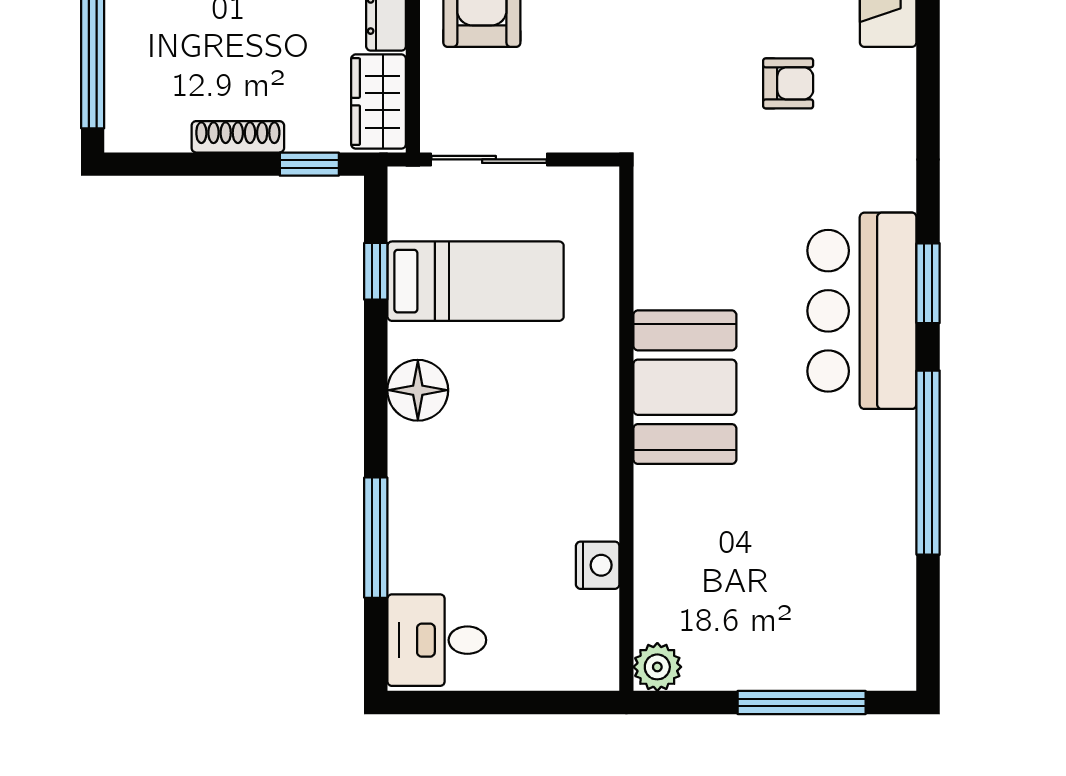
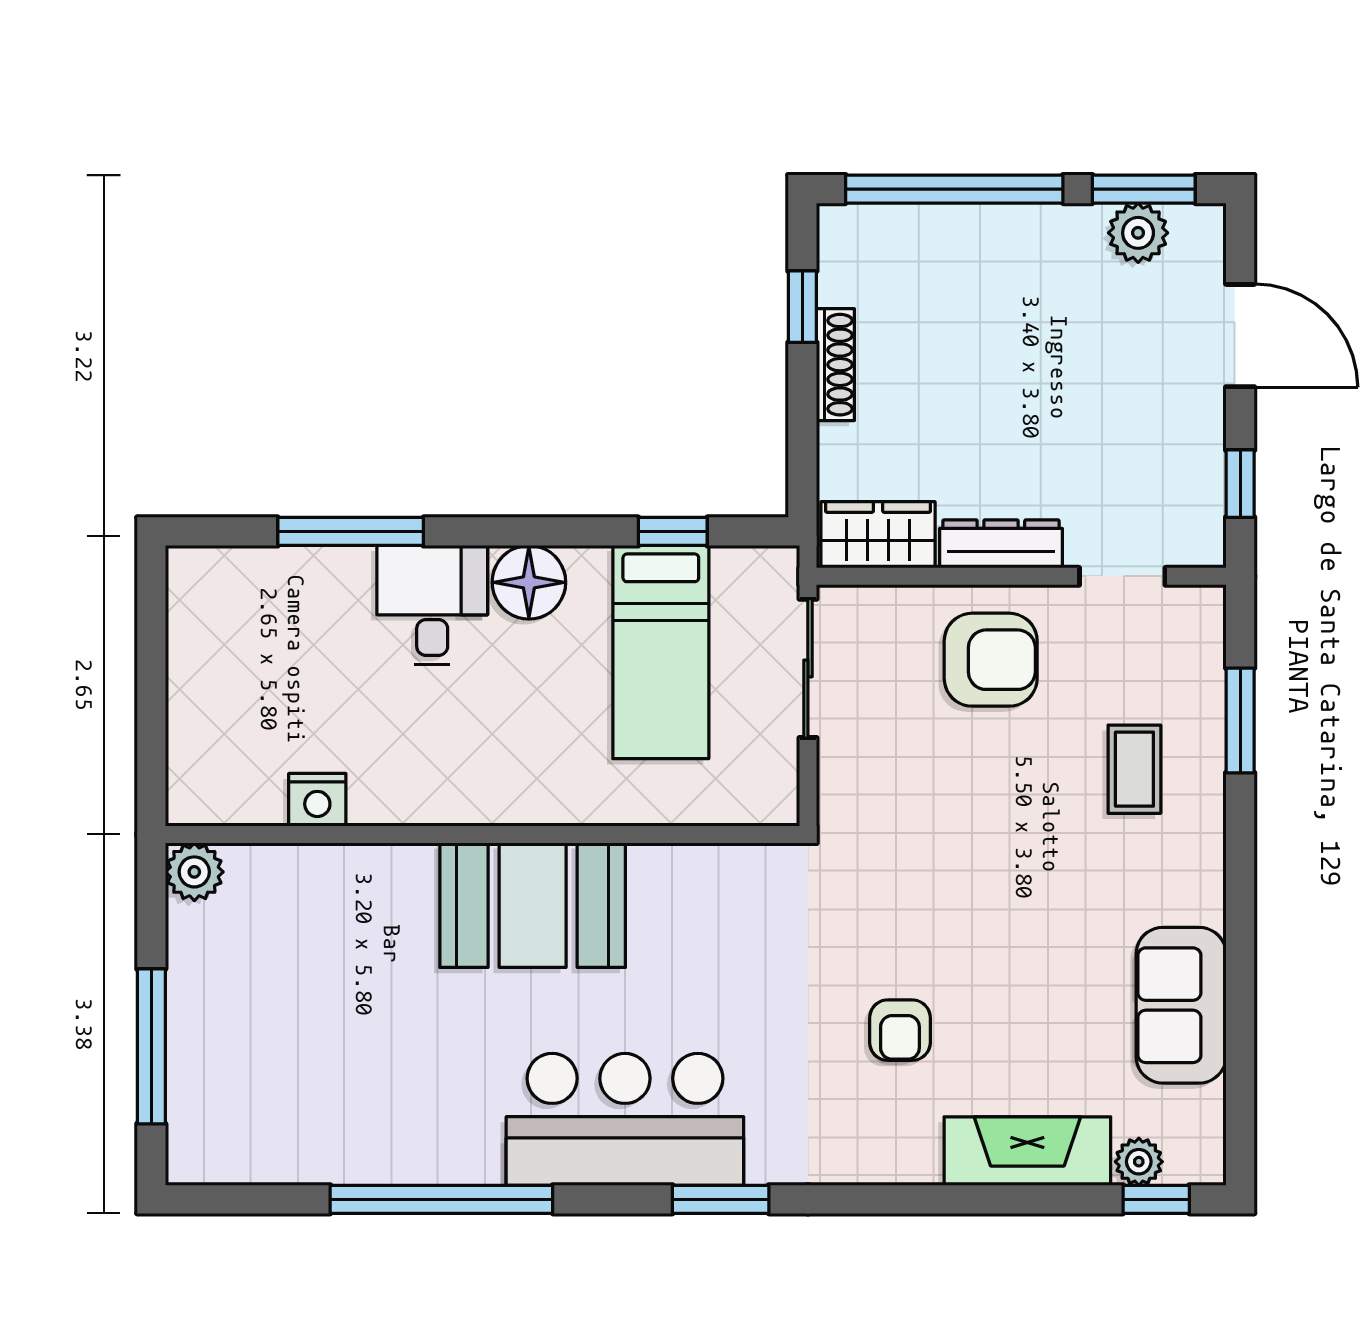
window: (309, 164) -> (802, 307), moved
window: (928, 283) -> (721, 1199), moved
desk: (437, 640) -> (432, 605), moved

